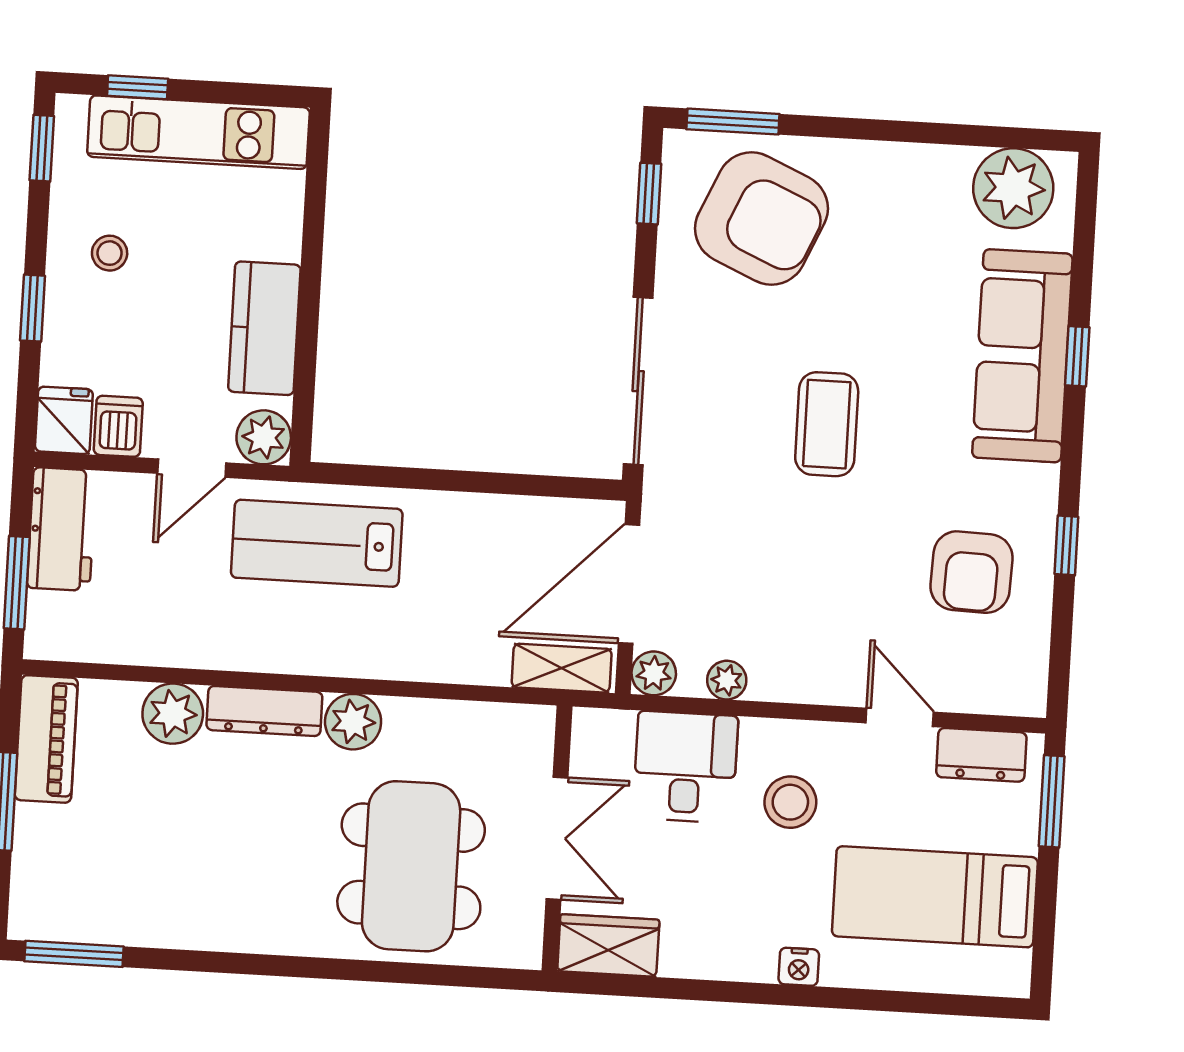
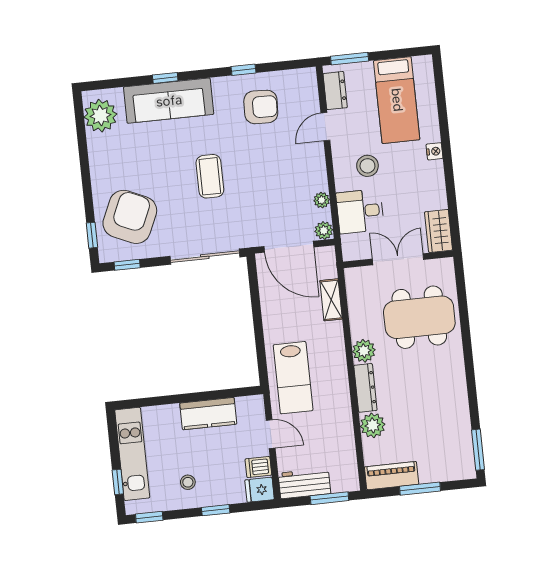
window: (733, 122) -> (92, 235), width x0.67
coffee table: (827, 424) -> (210, 176), turned 90
plant: (264, 437) -> (253, 407), removed
shelving: (562, 668) -> (331, 300), moved

